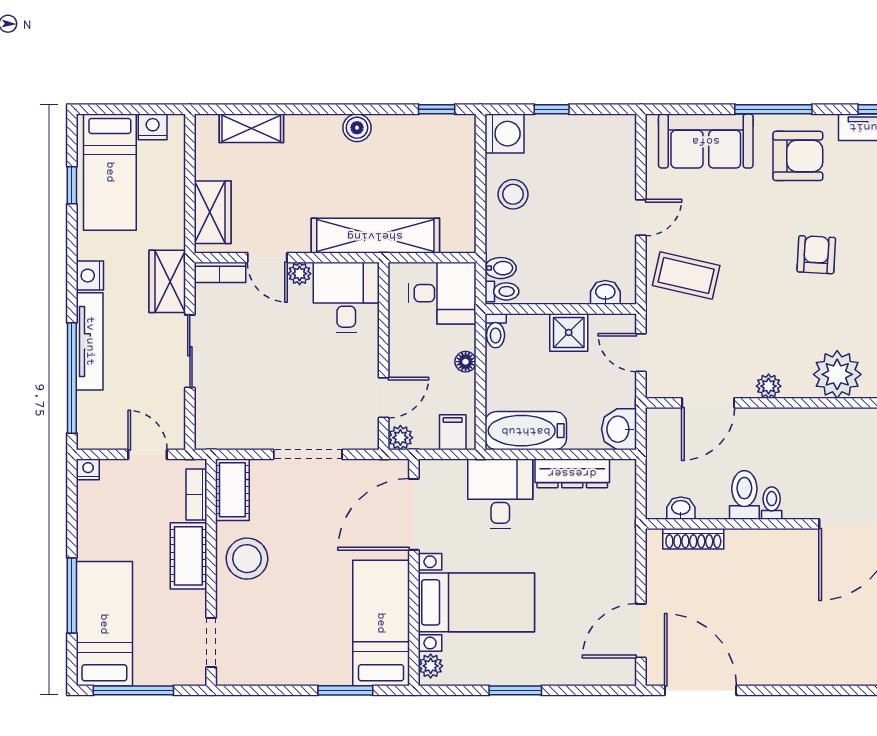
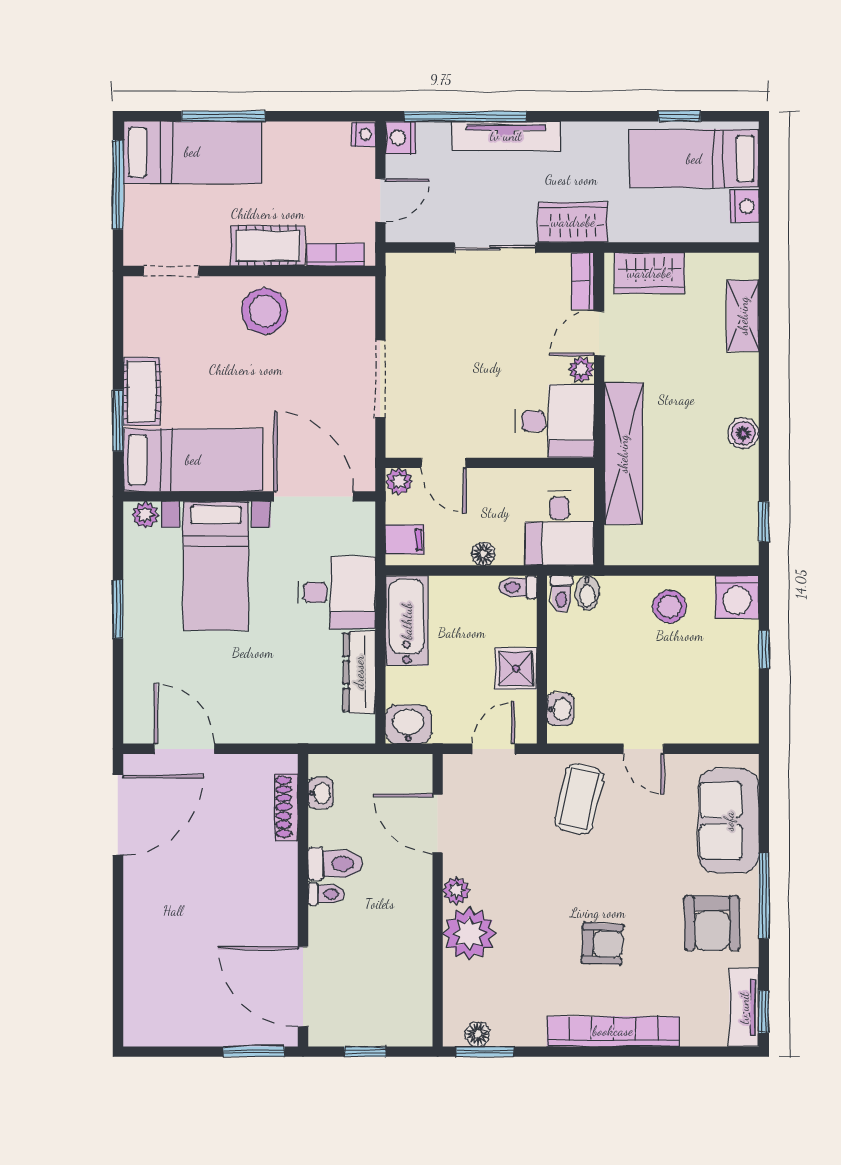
nightstand: (90, 276) -> (400, 138), moved, turned -90
plant: (837, 374) -> (469, 934), moved
cot: (232, 490) -> (142, 392), moved, turned 90

